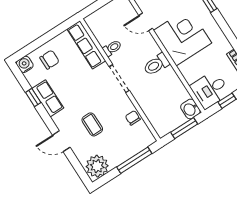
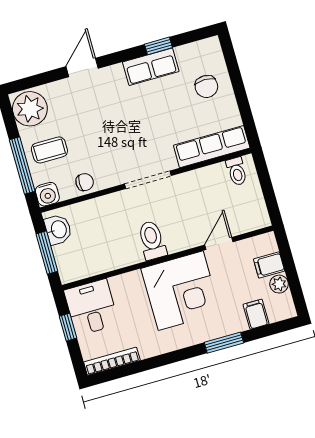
toilet: (112, 48) -> (237, 171), moved
water cooler: (25, 64) -> (47, 194), moved, turned 90
washbasin: (190, 109) -> (58, 230), moved, turned 90
coffee table: (92, 124) -> (49, 150), moved

